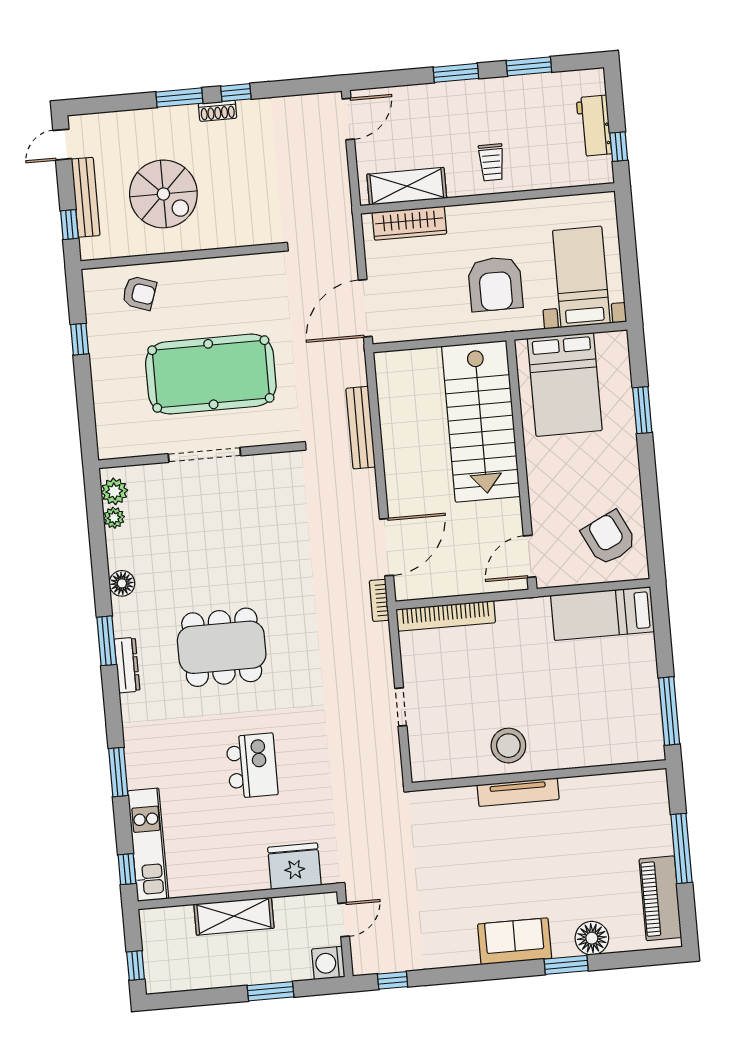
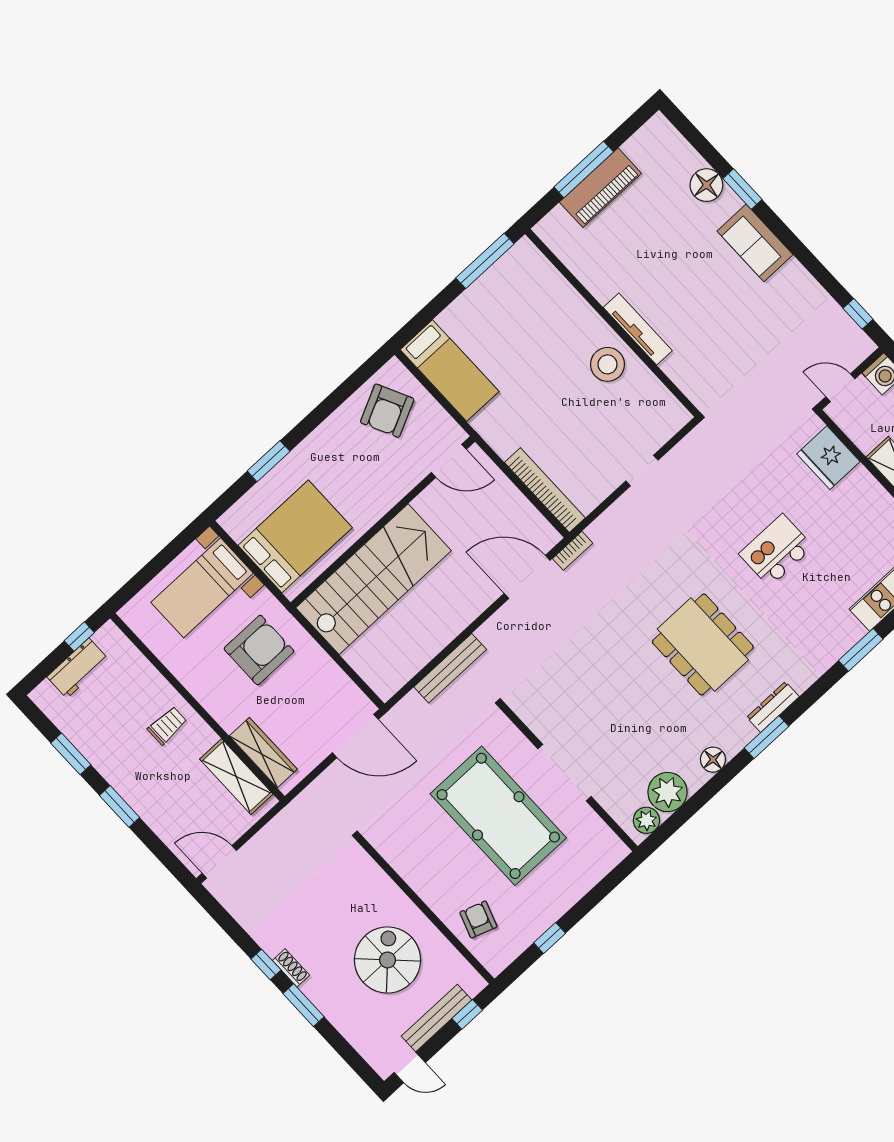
plant: (114, 518) -> (668, 792), width x1.88, depth x1.88
piano: (660, 898) -> (600, 188), moved

